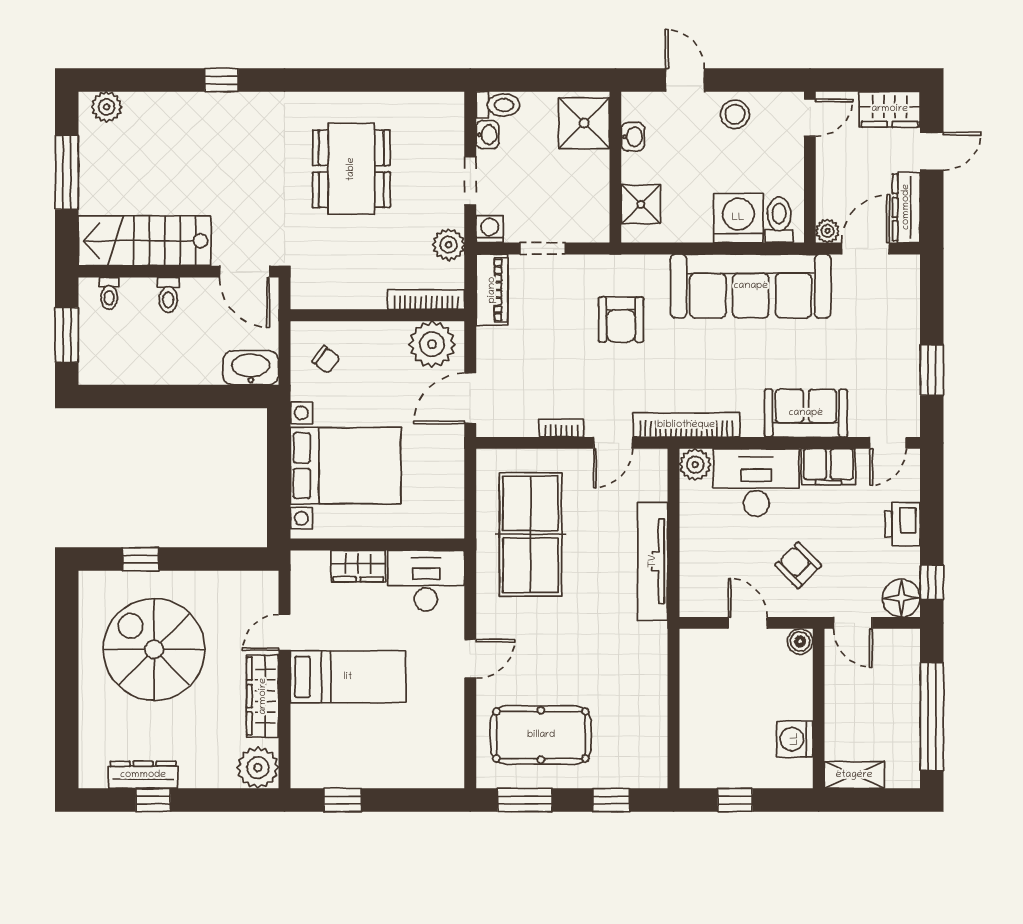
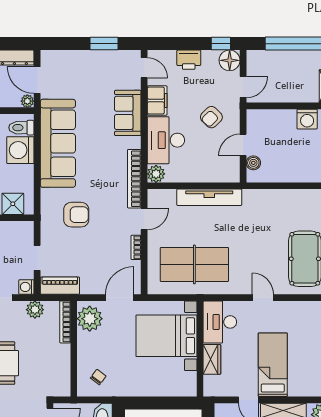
door: (470, 398) -> (120, 298), swing flipped
door: (613, 443) -> (144, 219), hinge flipped
bed with nightstands: (346, 466) -> (166, 336), moved, turned -90
boiler: (800, 641) -> (253, 163), moved

